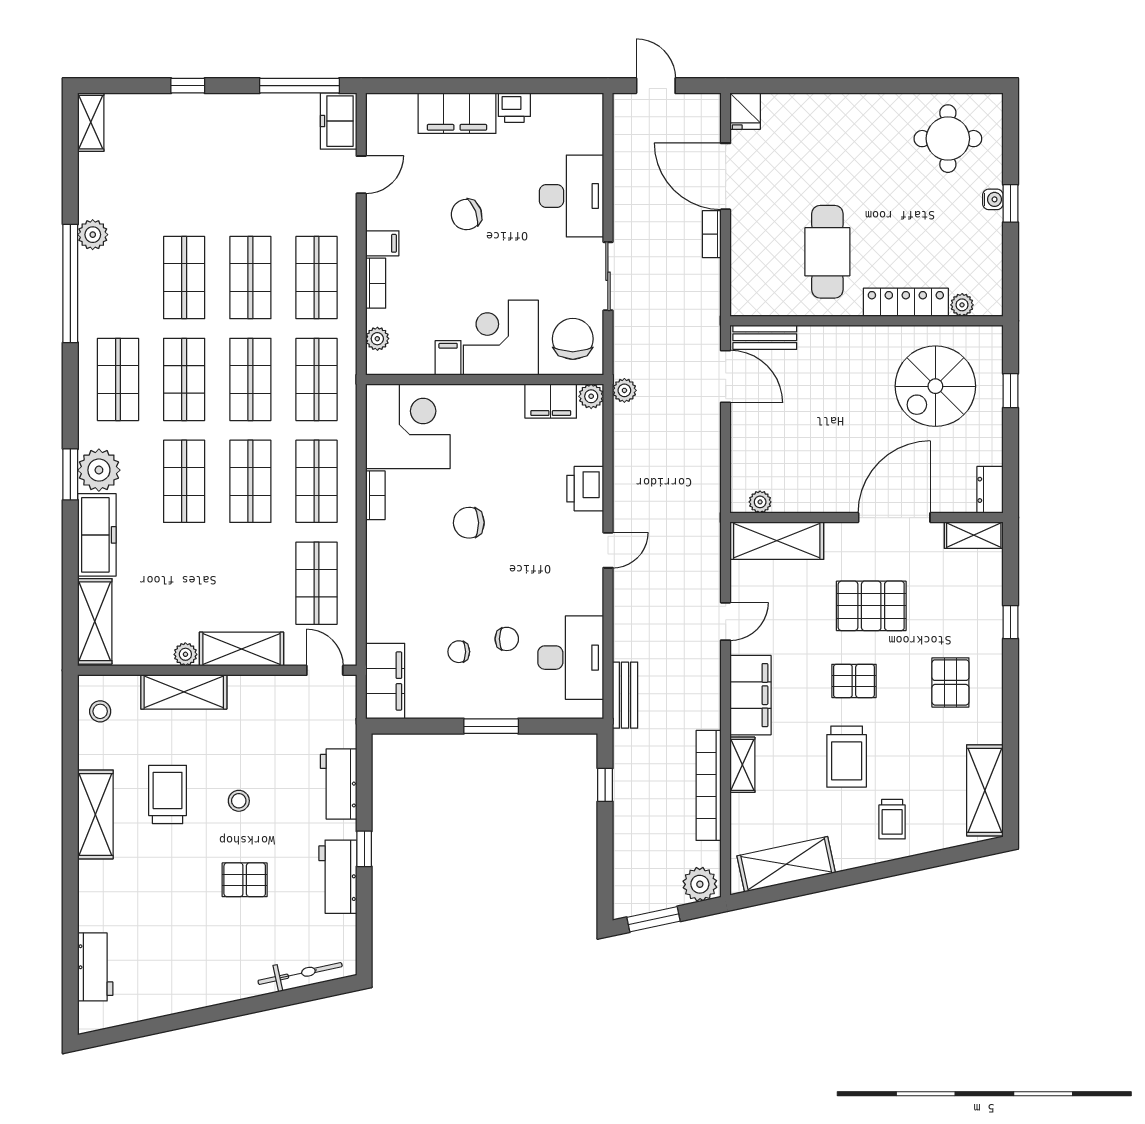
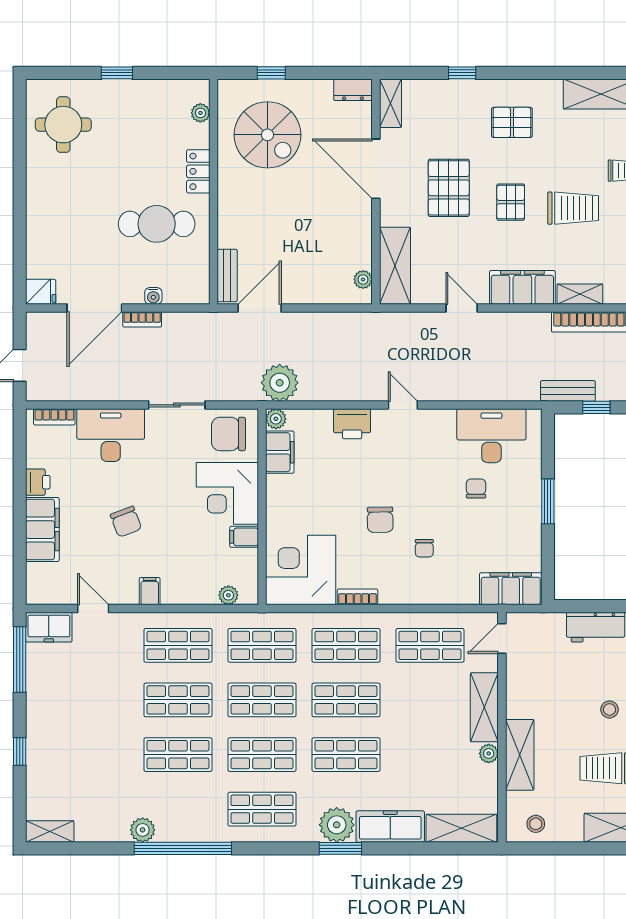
water cooler: (993, 199) -> (153, 296), moved, turned 180
bookcase: (376, 283) -> (54, 417), moved, turned 180
locker: (906, 302) -> (198, 171), width x0.66
plant: (624, 390) -> (280, 383), width x1.88, depth x1.88
chair: (459, 652) -> (424, 548), moved
bench: (625, 695) -> (568, 391), moved

